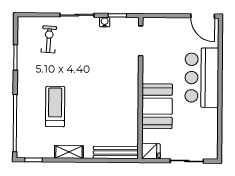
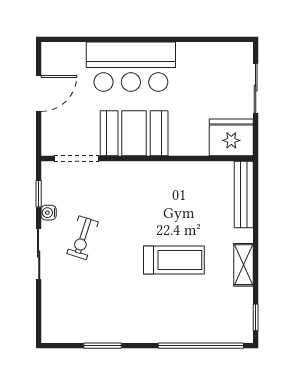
door: (203, 16) -> (39, 93), moved
exercise bike: (49, 39) -> (83, 238), moved, turned -76
booth: (157, 106) -> (134, 133), moved
treadmill: (55, 107) -> (174, 260), moved, turned 180
fridge: (151, 151) -> (231, 137), width x1.88, depth x1.34

